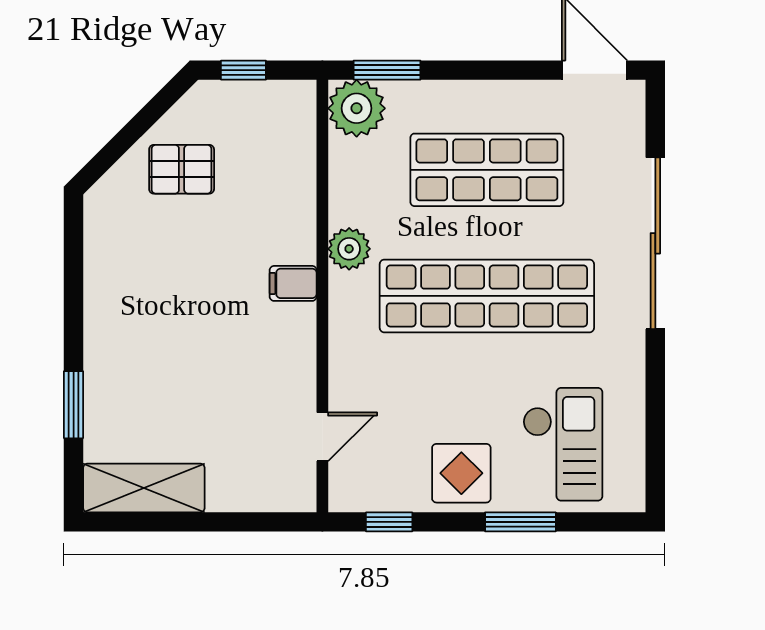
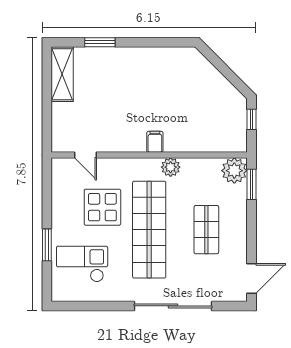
pallet: (182, 169) -> (207, 91), removed
shop shelf: (487, 170) -> (206, 230), width x0.70, depth x0.74
checkout: (563, 444) -> (82, 264), turned 180
display table: (461, 473) -> (102, 207), moved, width x1.36, depth x1.36
window: (389, 522) -> (47, 185), removed

